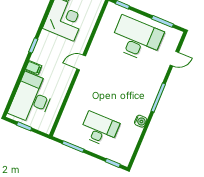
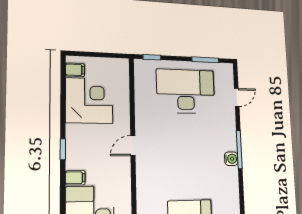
water cooler: (141, 121) -> (231, 159), moved

